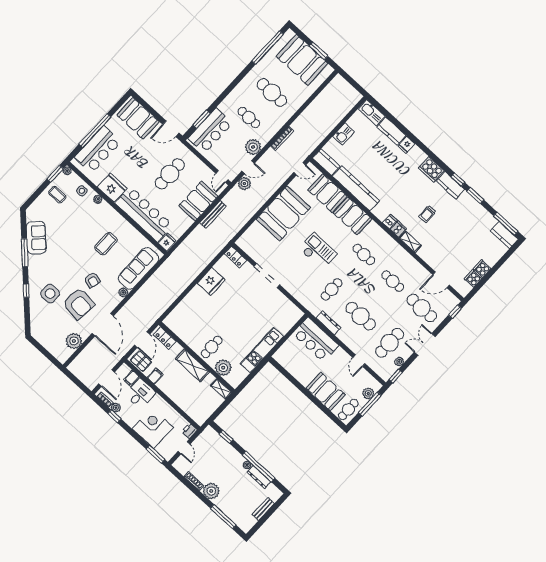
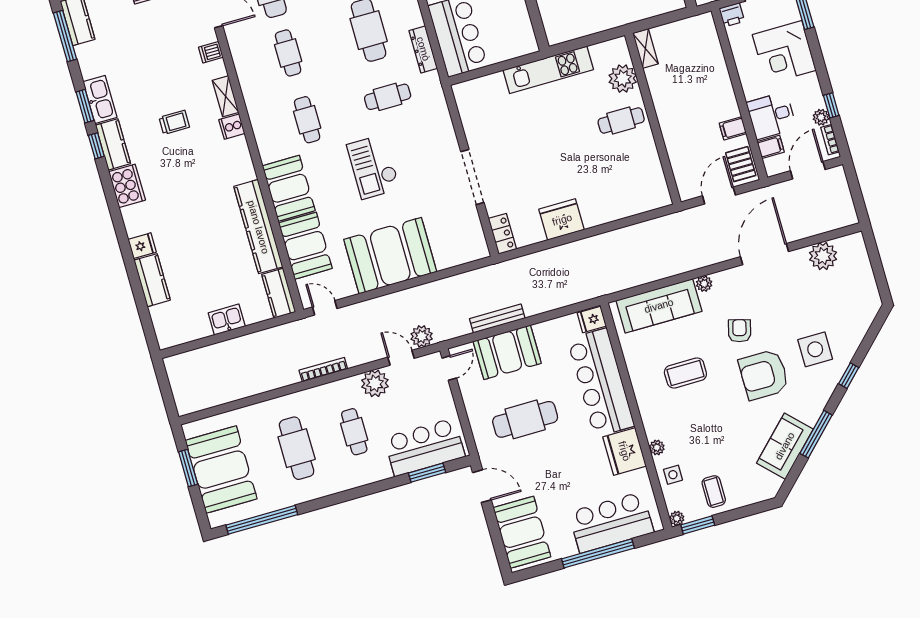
kitchen sink: (372, 113) -> (100, 99), moved
dishwasher: (390, 221) -> (211, 52), moved
armchair: (79, 304) -> (764, 375), moved, turned -96
locker: (165, 338) -> (684, 177), removed
shelving: (192, 365) -> (667, 110), removed

